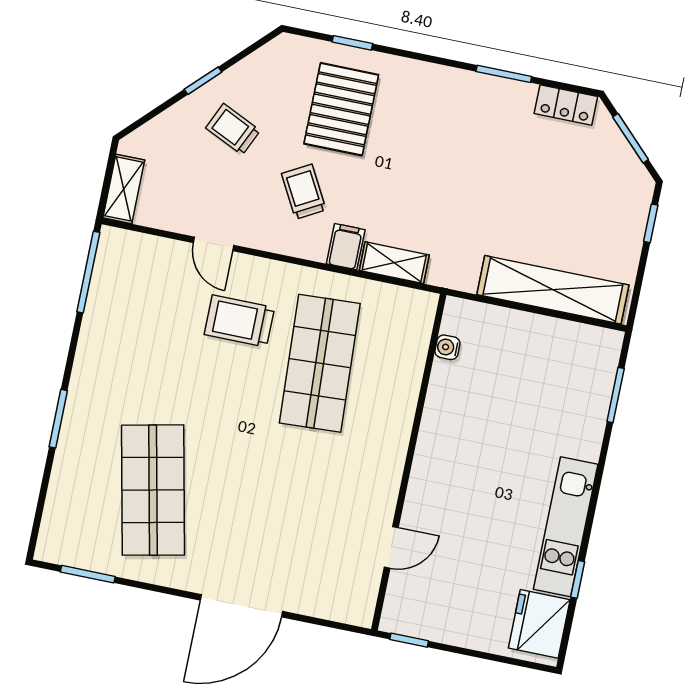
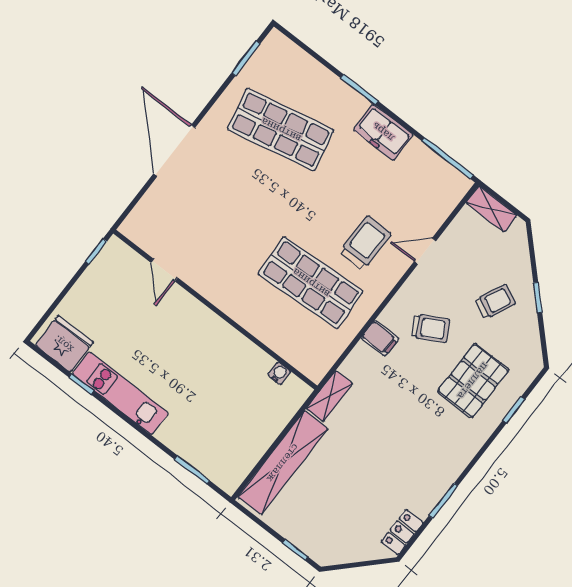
pallet: (341, 109) -> (473, 381), turned 90
window: (631, 138) -> (359, 564), removed
shelving: (394, 263) -> (329, 396), moved
freezer: (95, 365) -> (383, 132), added

